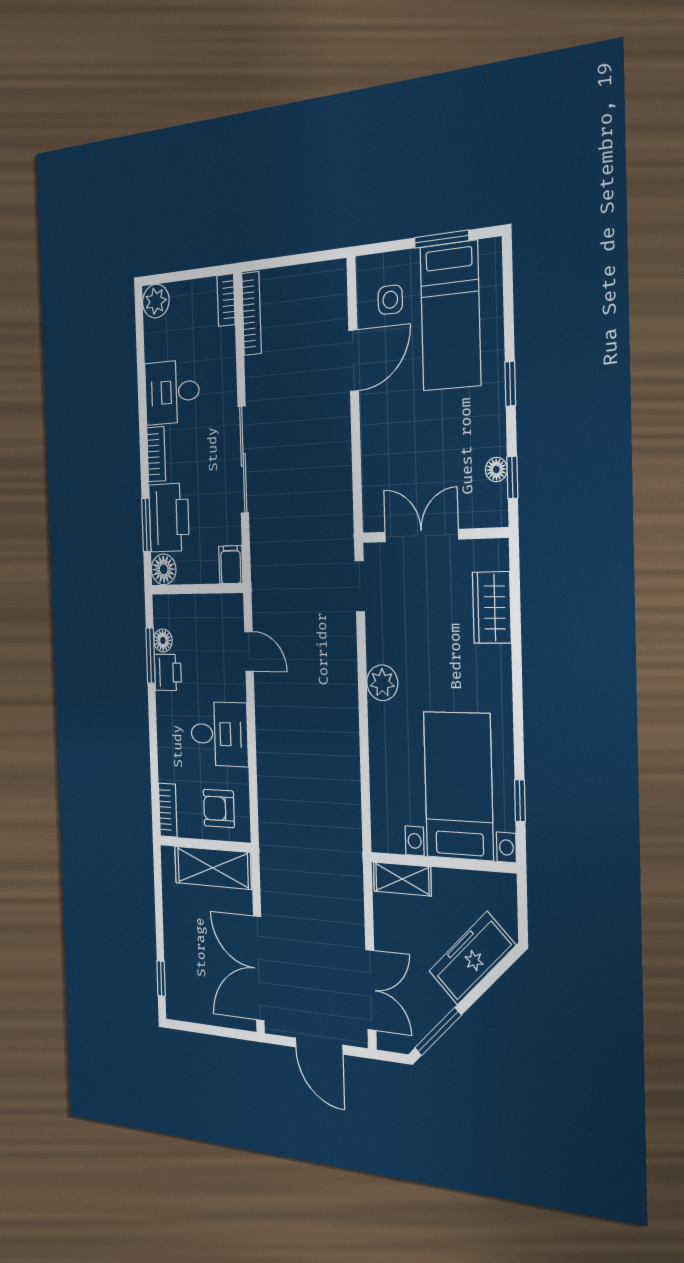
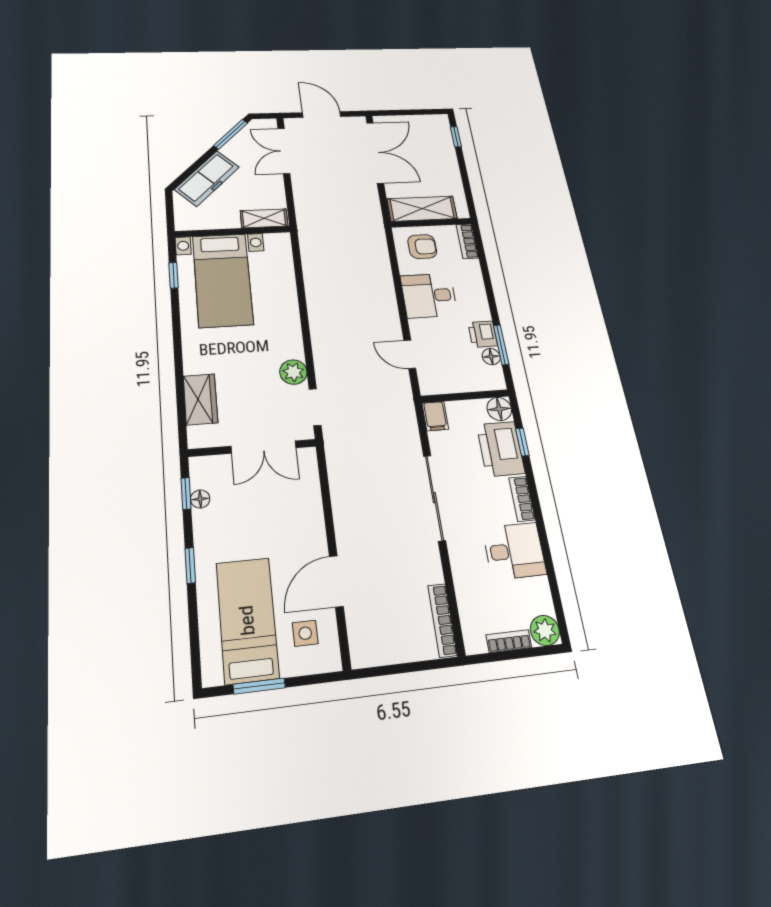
bookcase: (226, 300) -> (509, 641), moved, turned -90
window: (146, 525) -> (522, 442), width x0.67
plant: (382, 683) -> (293, 372), moved

